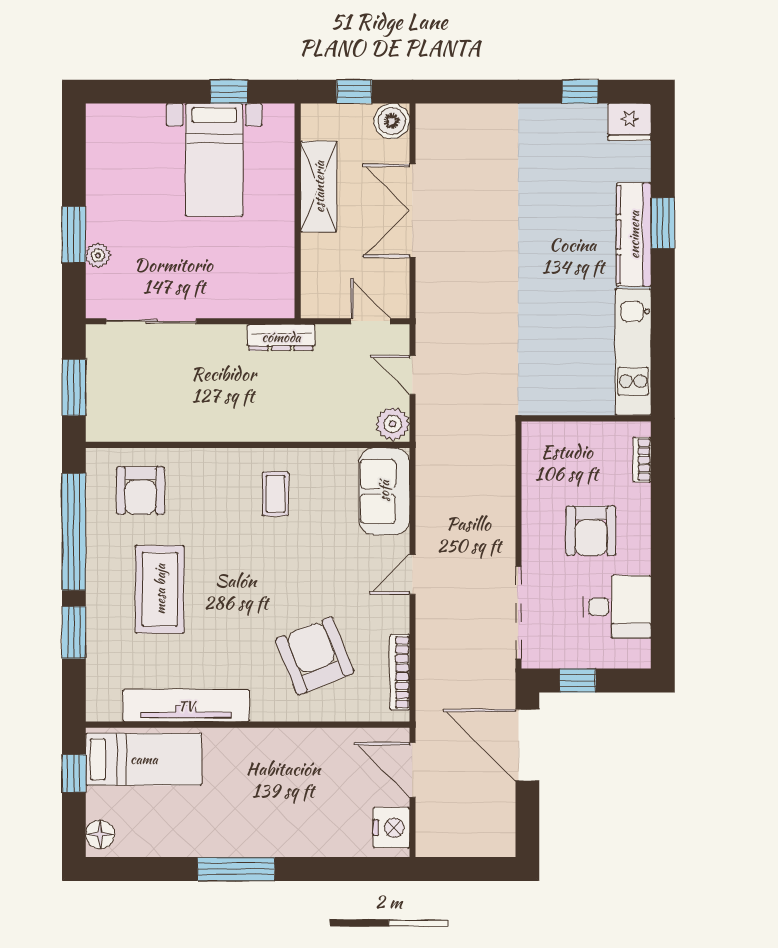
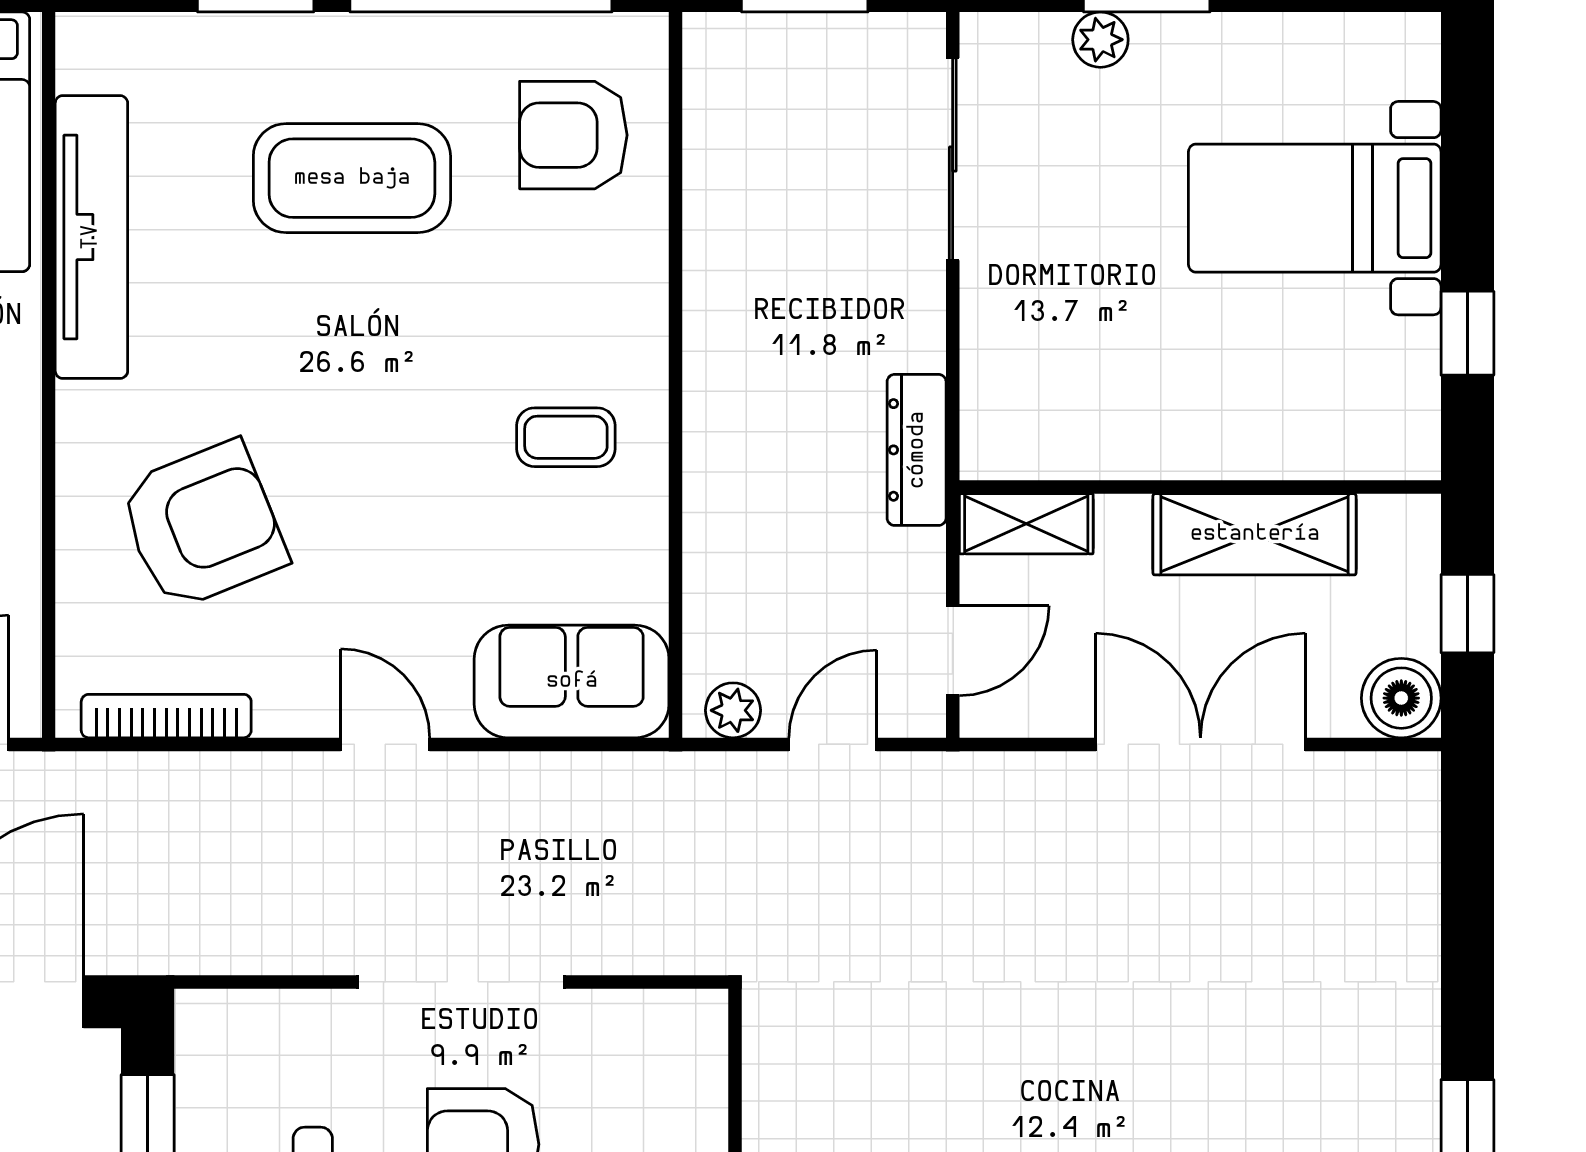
bed with nightstands: (214, 160) -> (1315, 208), moved
shelving: (314, 288) -> (1026, 524), added
plant: (393, 424) -> (733, 710), width x0.73, depth x0.73
doorway: (518, 613) -> (461, 982), moved

